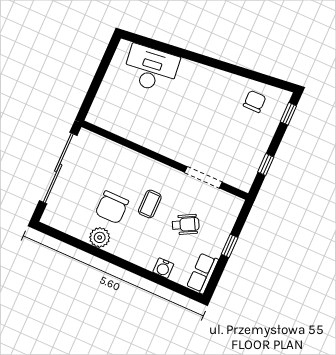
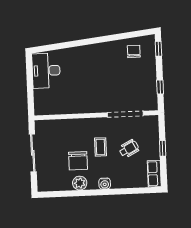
desk: (151, 69) -> (46, 71), moved, turned -83
sliding door: (58, 168) -> (33, 153), width x0.73
doorway: (203, 177) -> (125, 114), width x1.36
water cooler: (163, 268) -> (105, 183), moved

